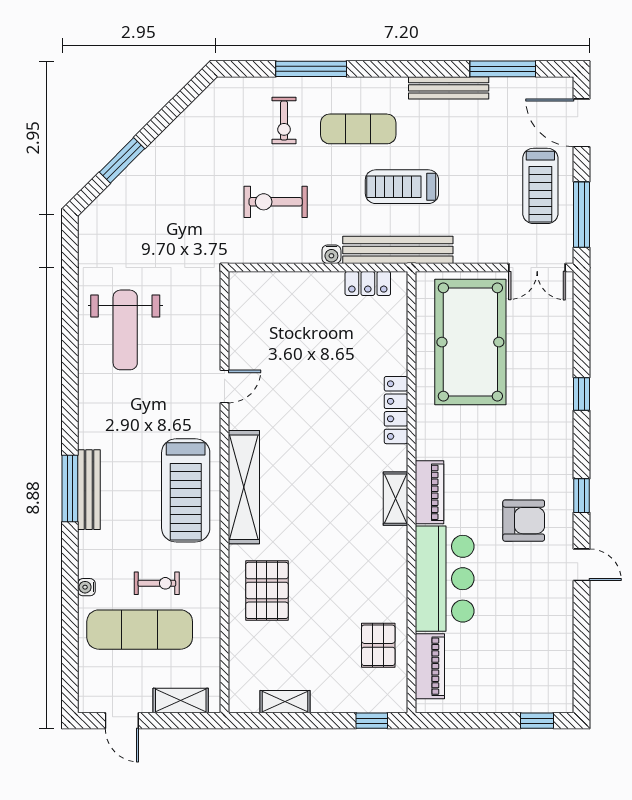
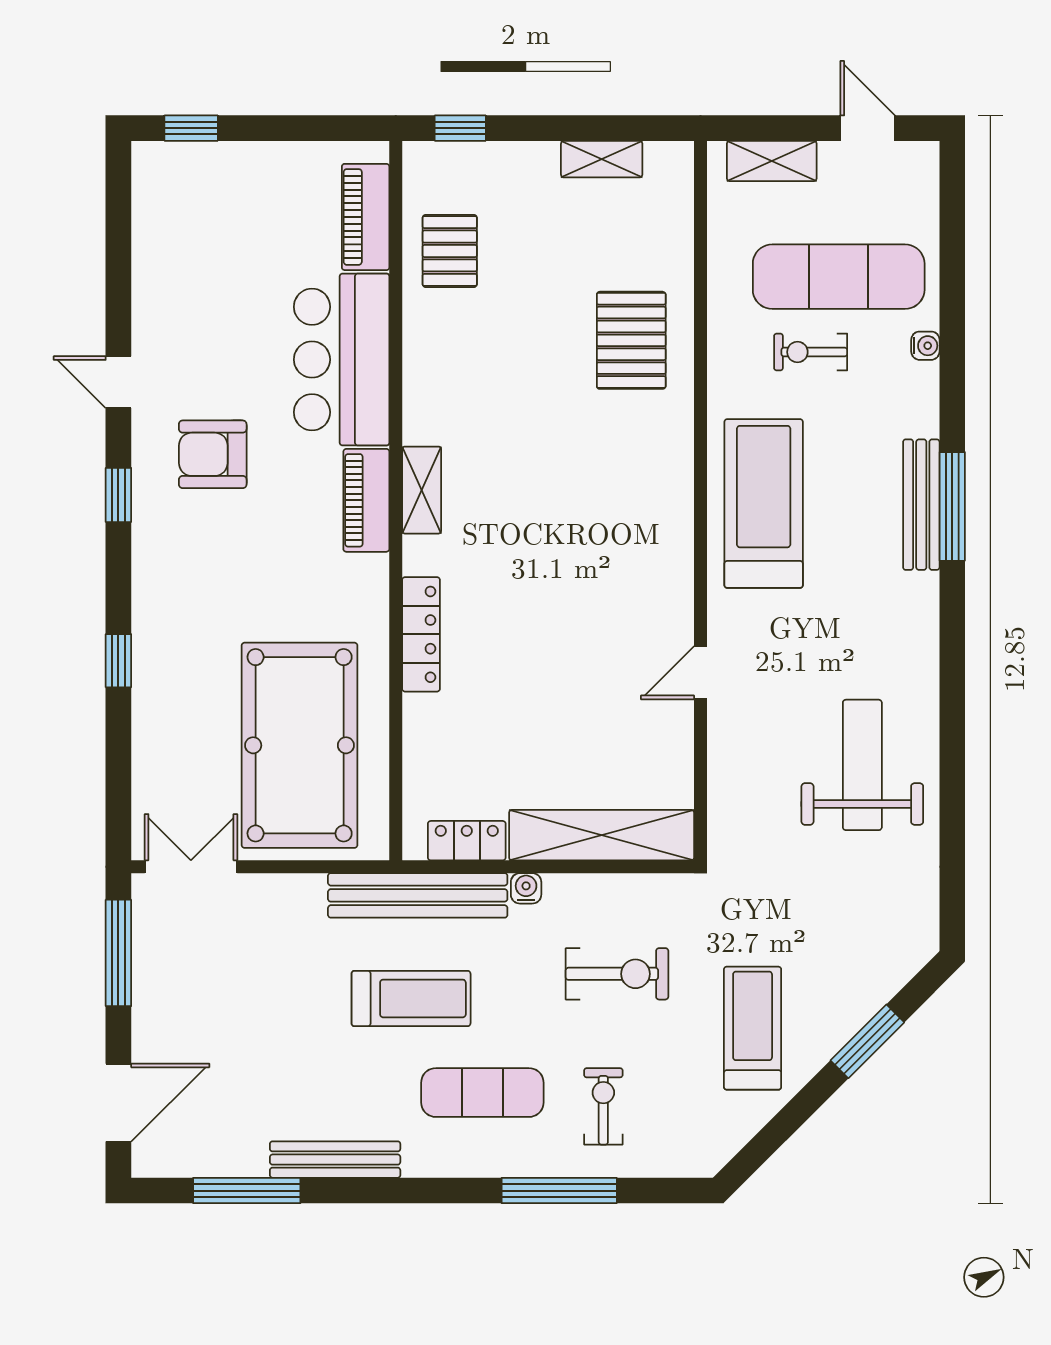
door: (581, 123) -> (118, 1103), hinge flipped
treadmill: (540, 186) -> (753, 1028), moved
shelving: (244, 487) -> (602, 835), moved, turned 90

